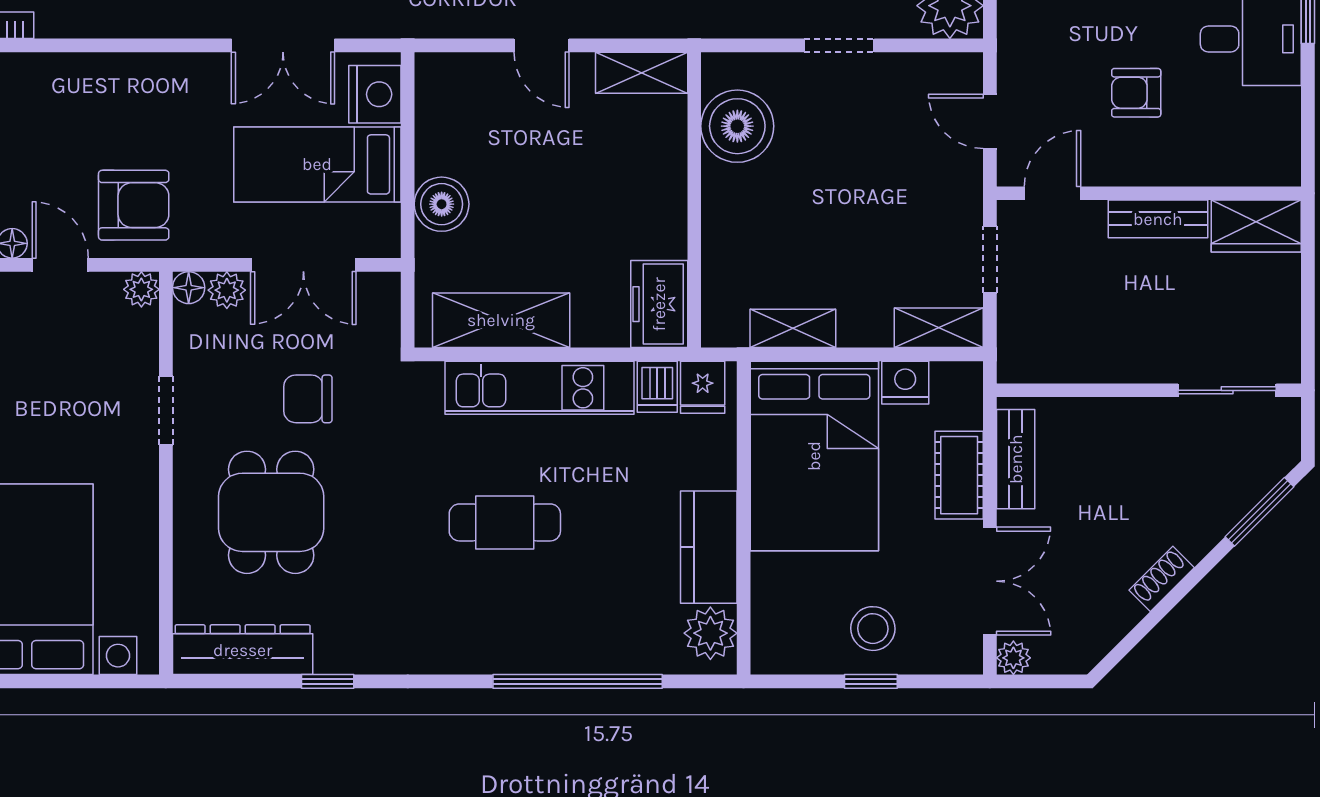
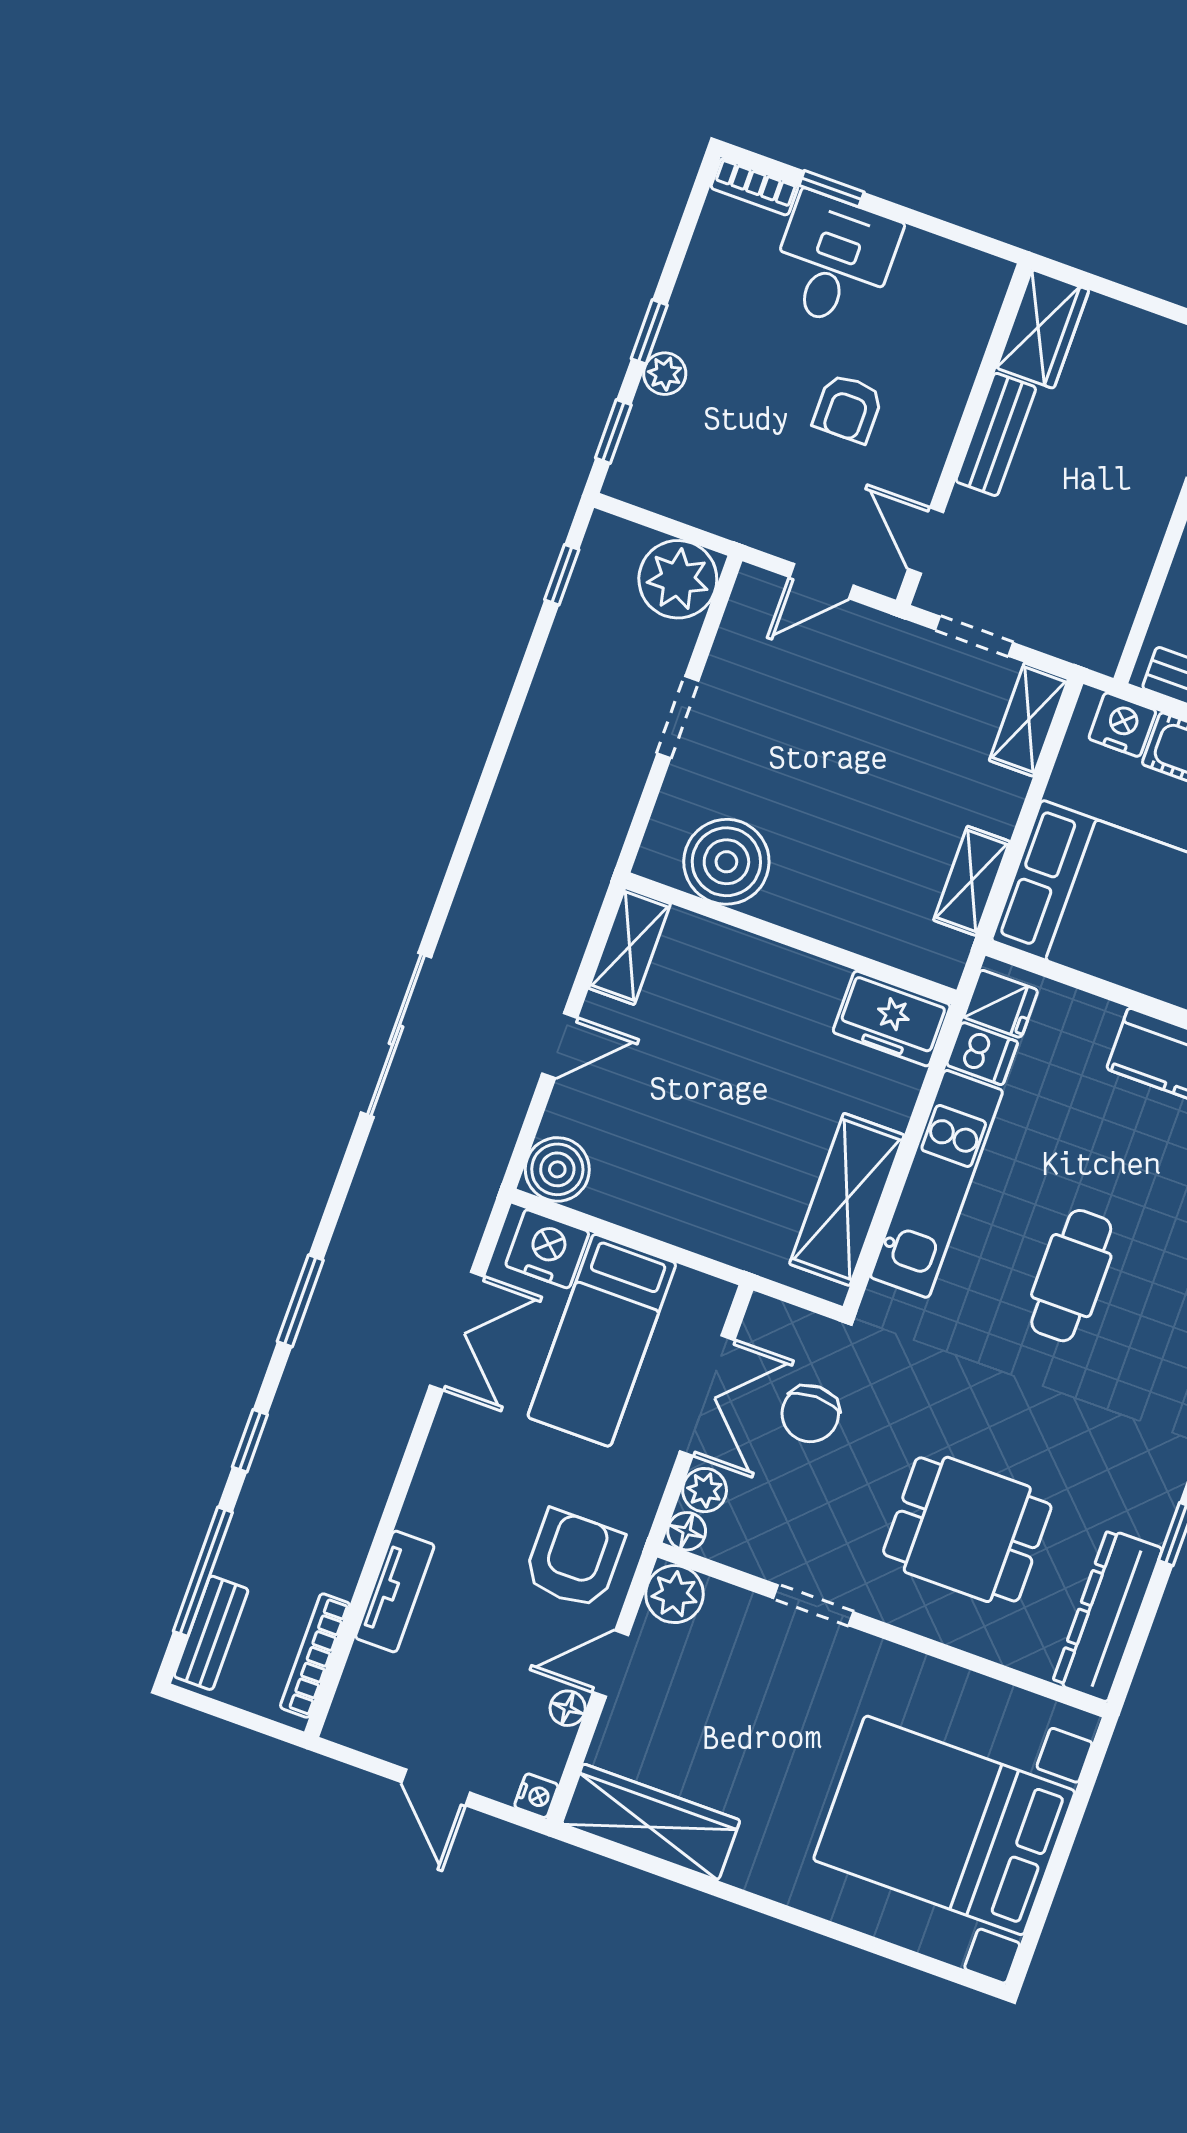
tv unit: (56, 71) -> (395, 1591), added
boiler: (442, 204) -> (557, 1169), moved
plant: (141, 289) -> (674, 1594), width x1.38, depth x1.38
nightstand: (905, 383) -> (1122, 725), moved, turned 90
chair: (308, 399) -> (810, 1414), moved

